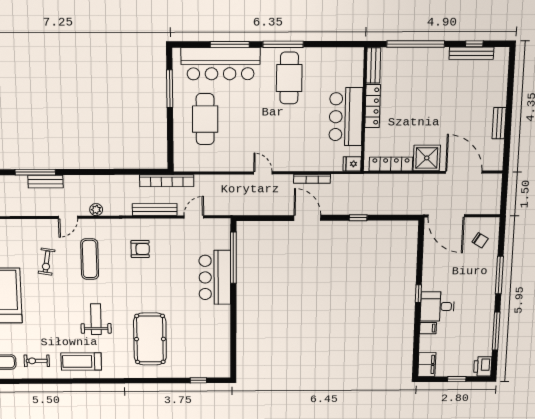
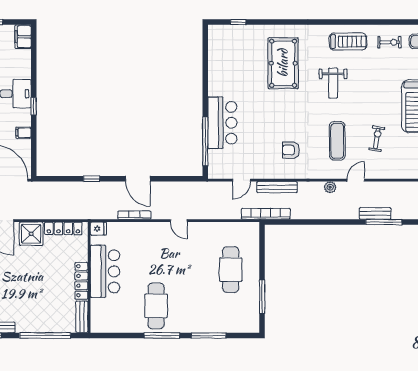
bar counter: (221, 64) -> (217, 319), removed
filing cabinet: (428, 328) -> (23, 133), moved

